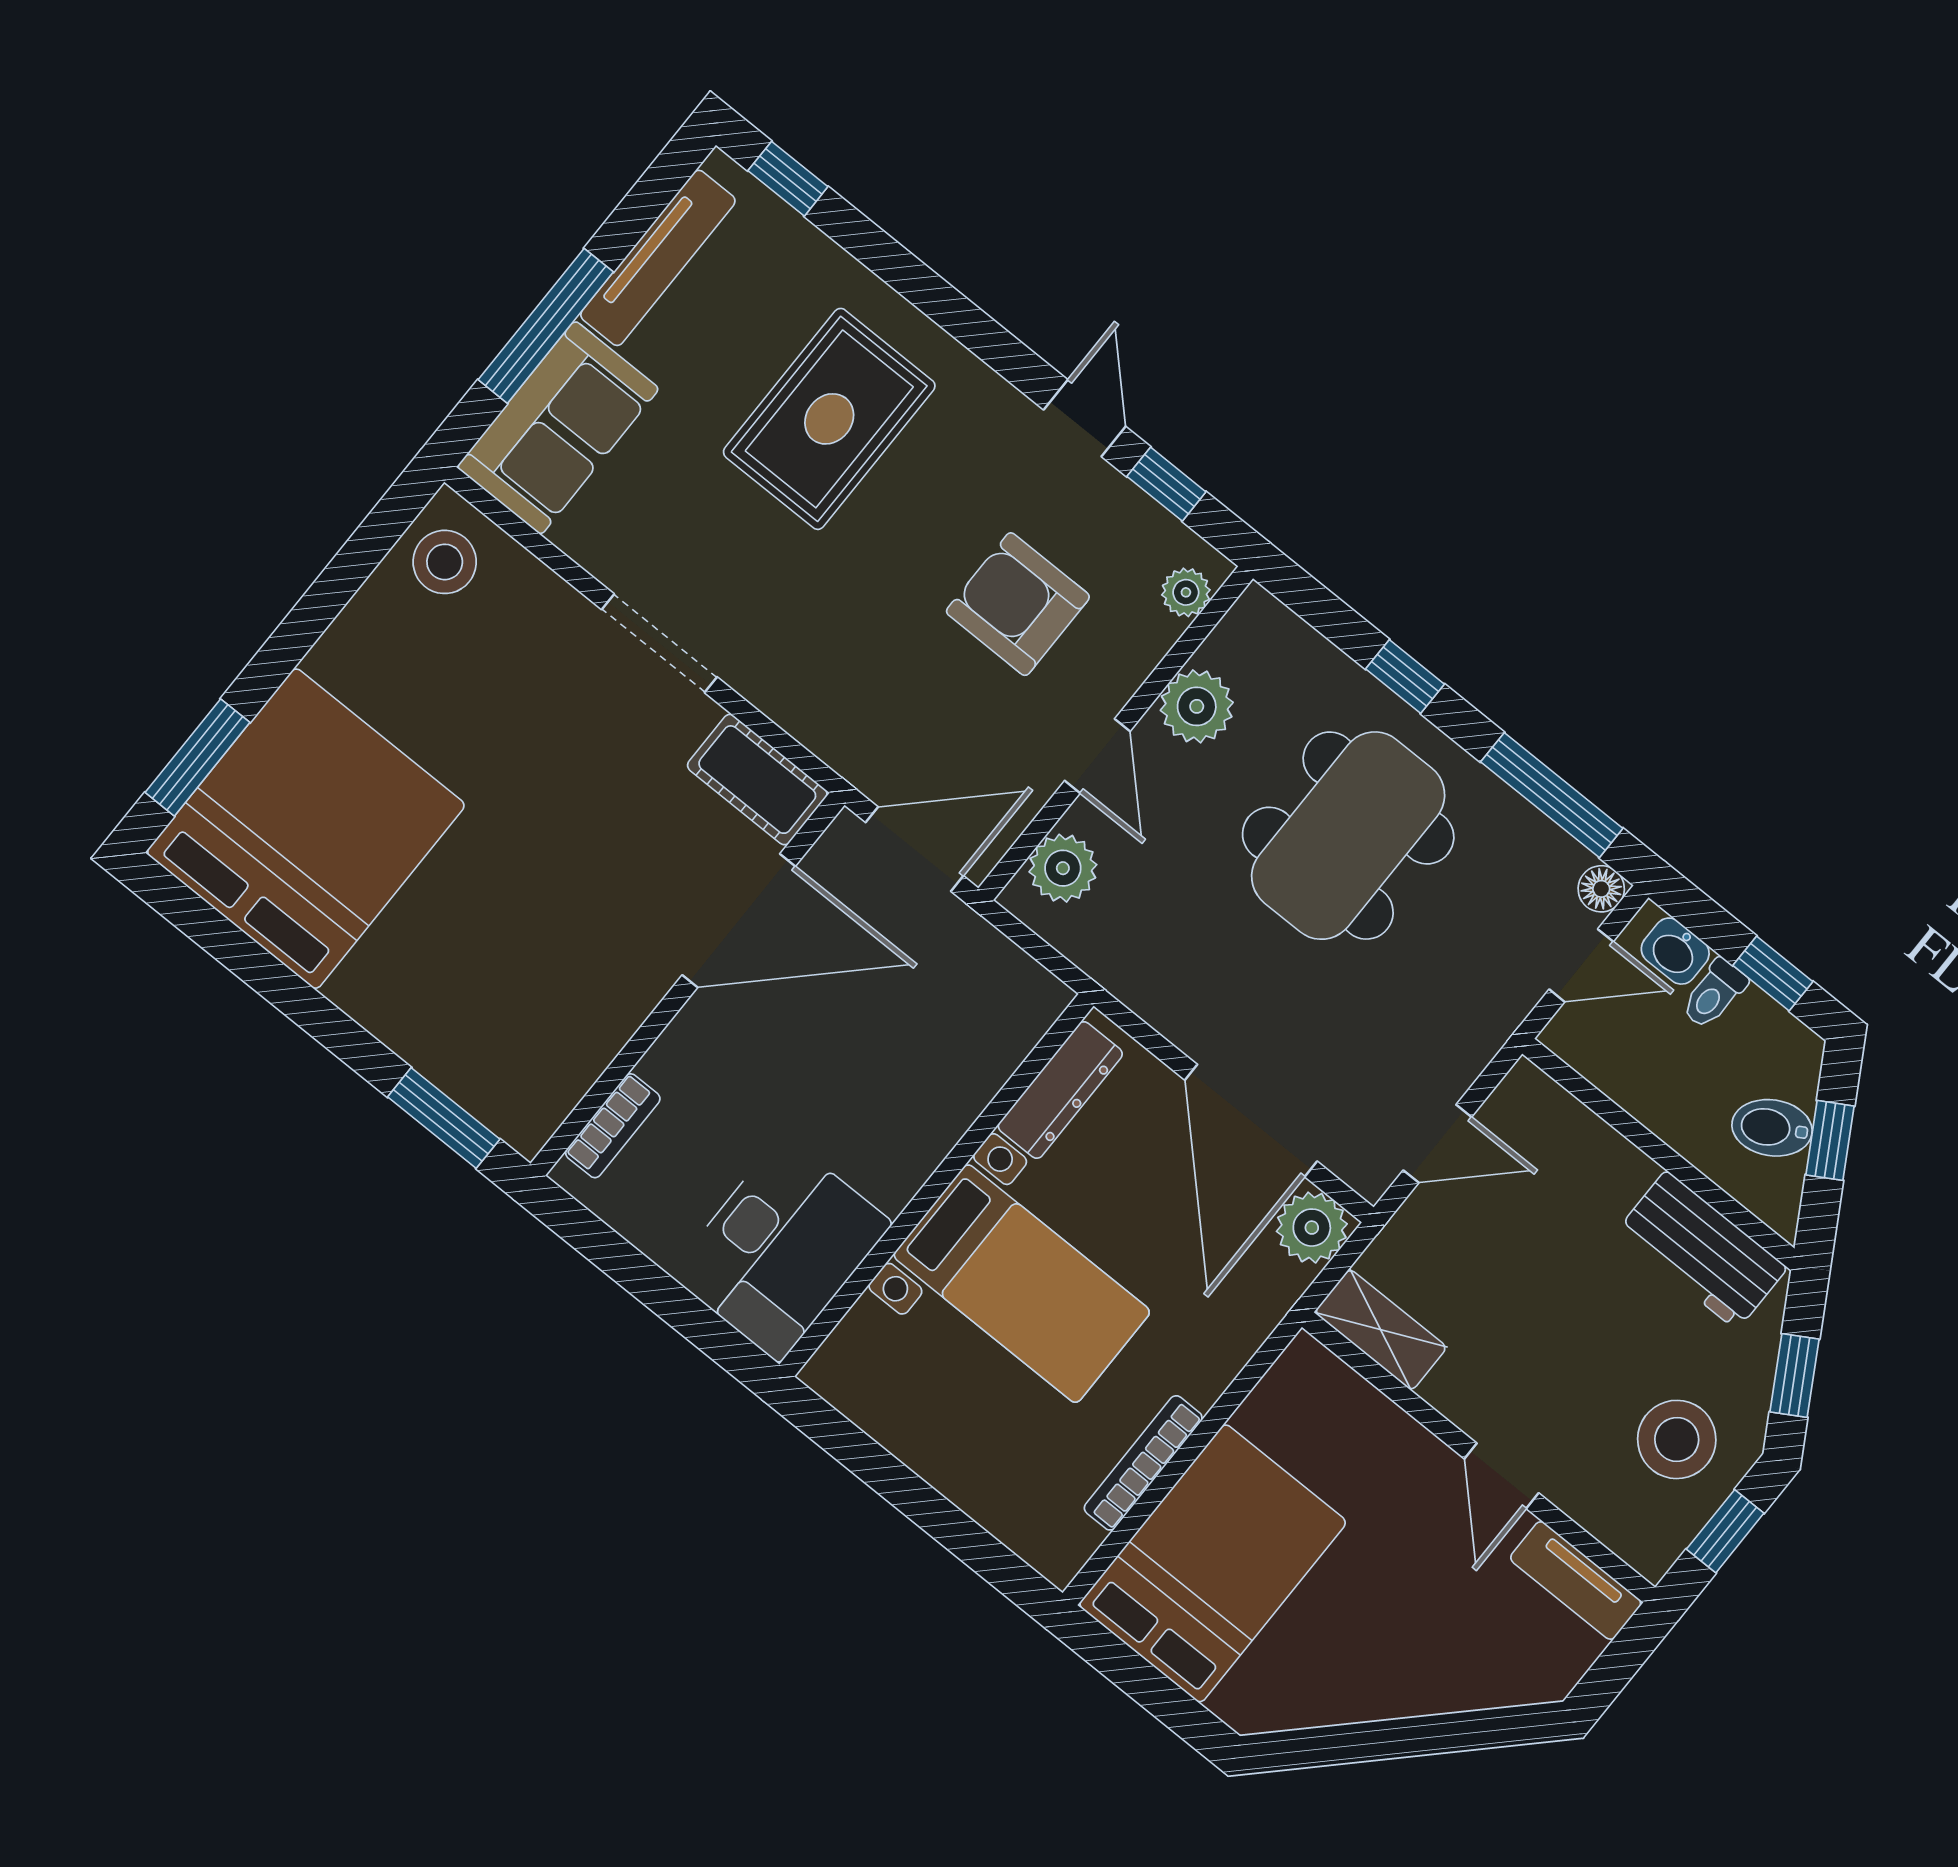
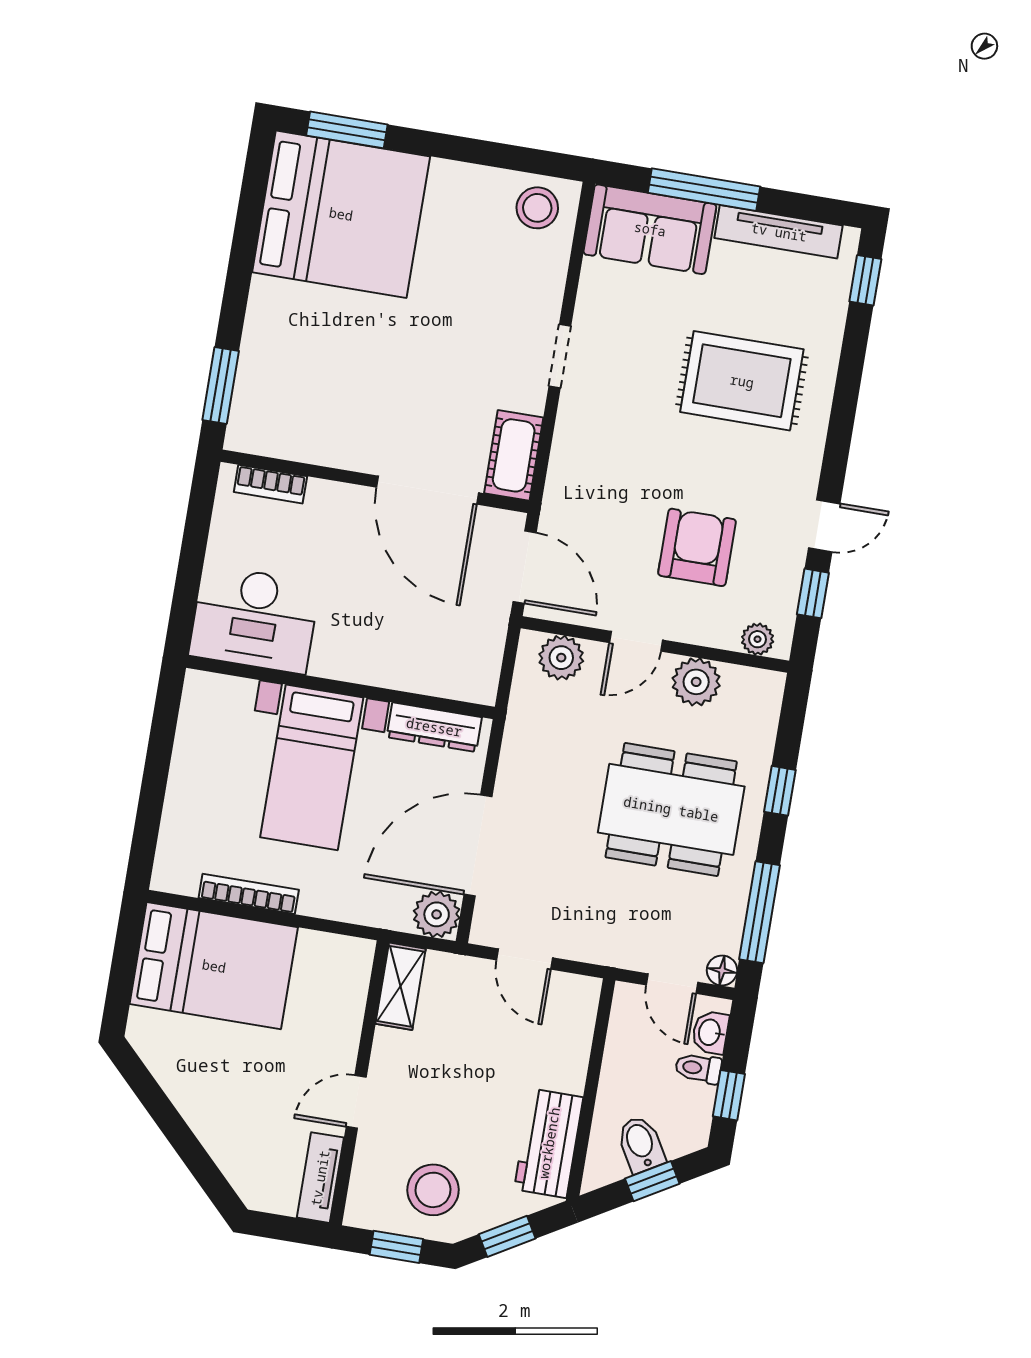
doorway: (659, 643) -> (560, 356), width x0.73

